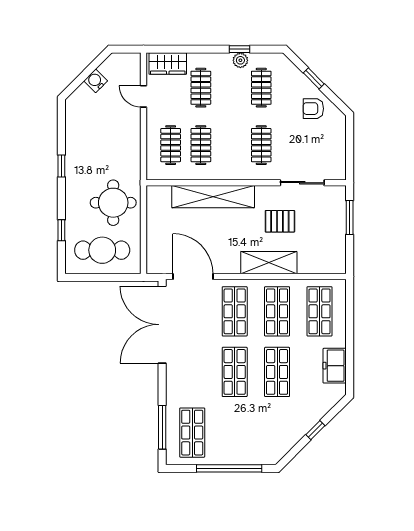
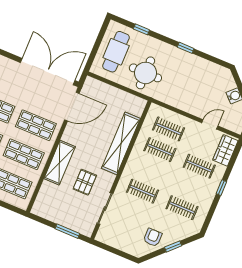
window: (240, 49) -> (221, 188), moved
plant: (240, 60) -> (207, 201), removed

